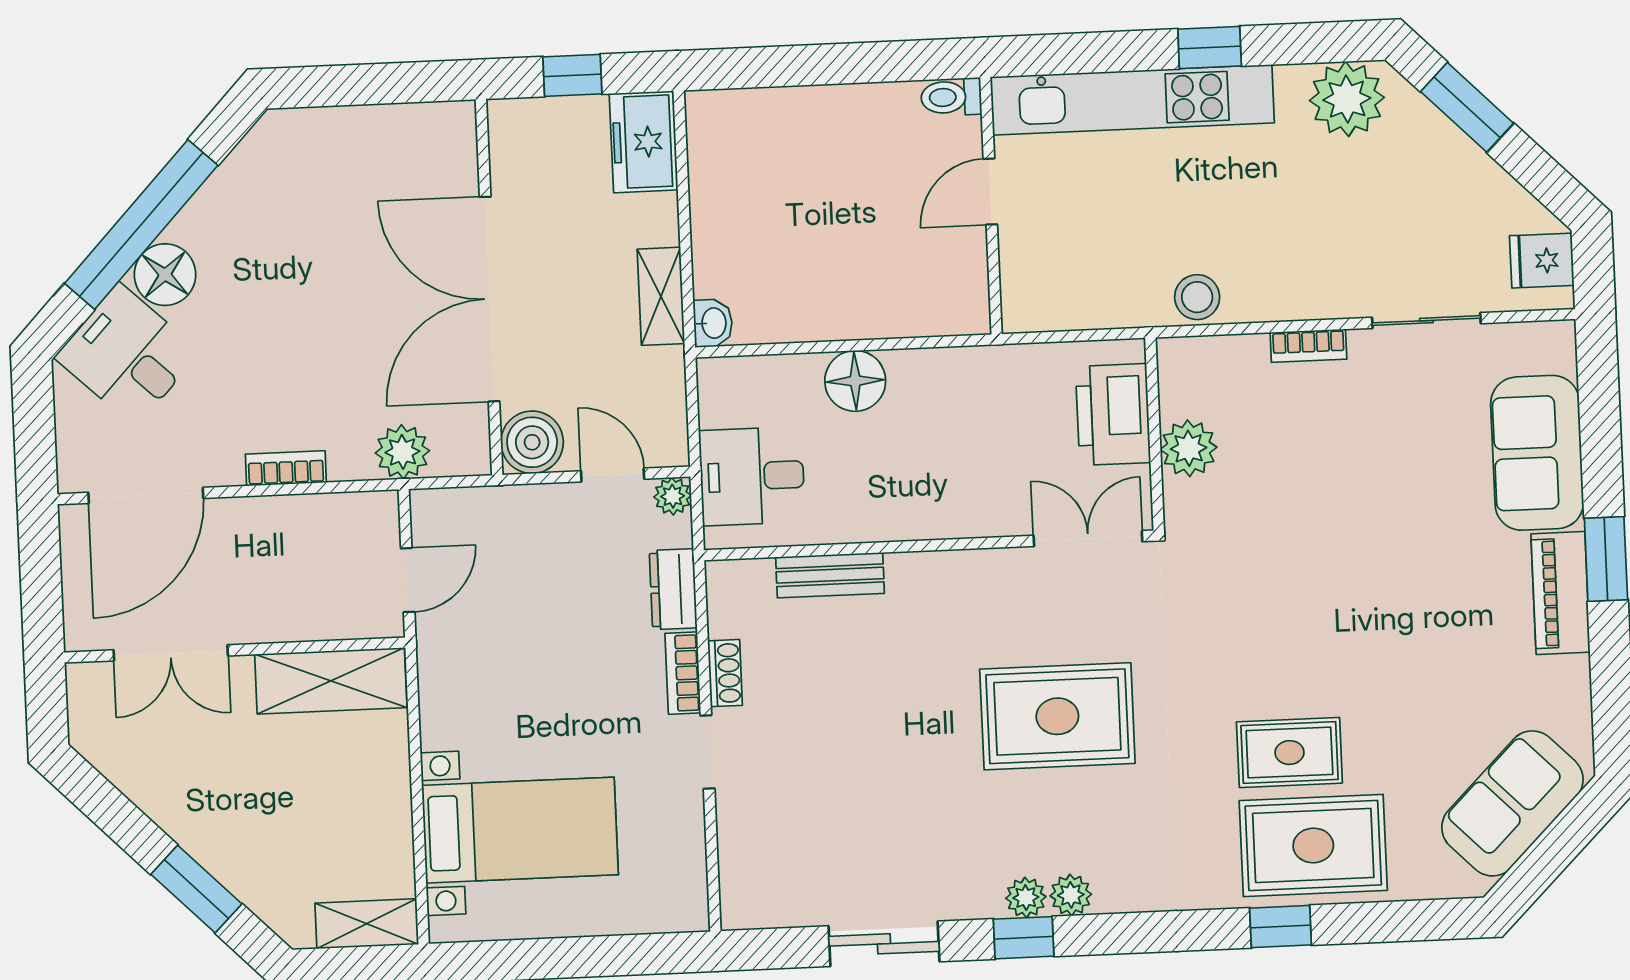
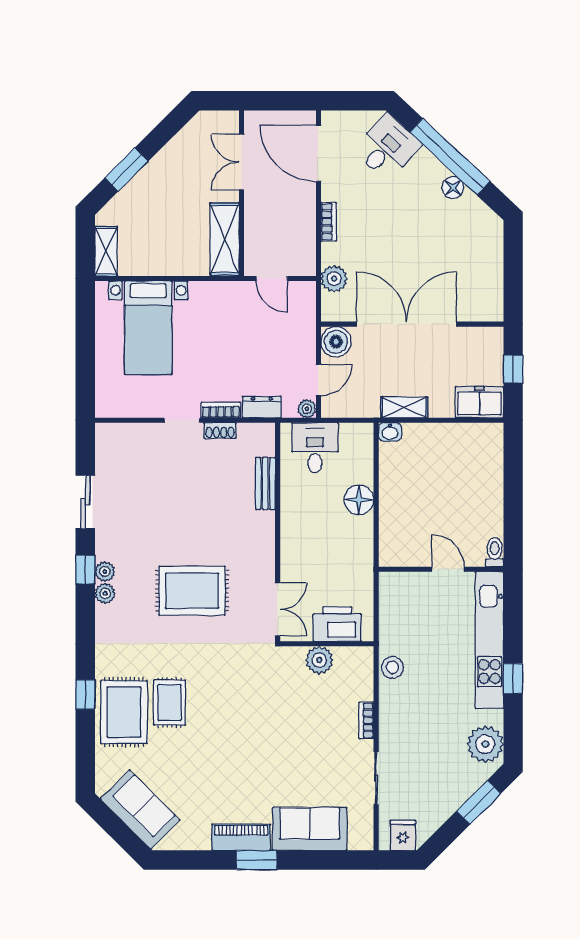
floor lamp: (165, 275) -> (453, 188), moved, width x0.73, depth x0.73
rug: (1057, 716) -> (192, 591), turned 90

